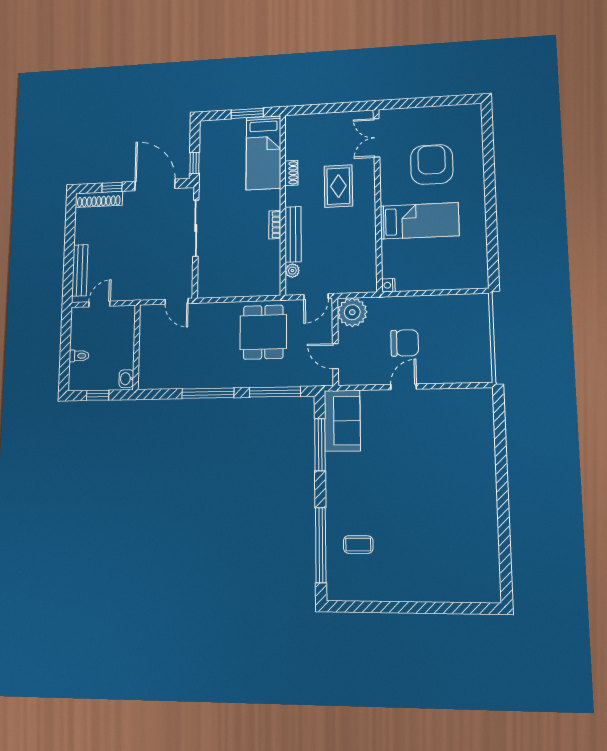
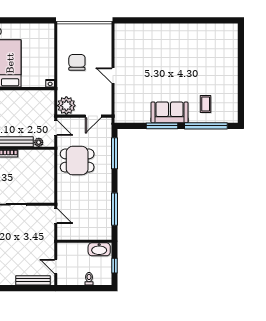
door: (177, 301) -> (56, 216), hinge flipped
chair: (405, 343) -> (77, 62), moved
washbasin: (126, 379) -> (99, 249), width x1.91, depth x1.45
window: (208, 393) -> (115, 209), moved
sofa: (342, 421) -> (170, 112), moved
window: (320, 445) -> (162, 126), moved

